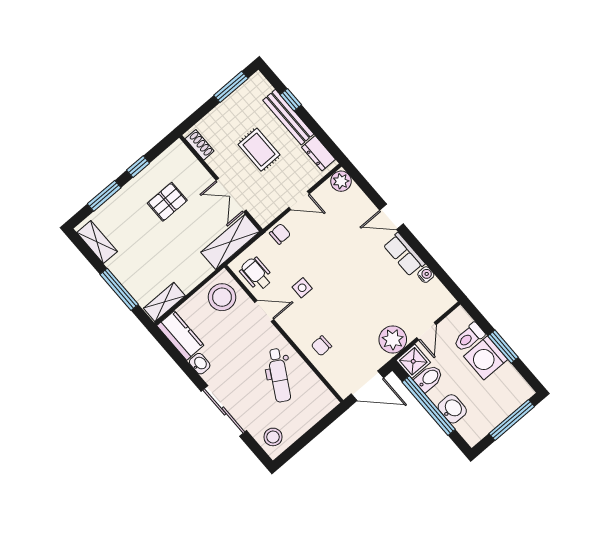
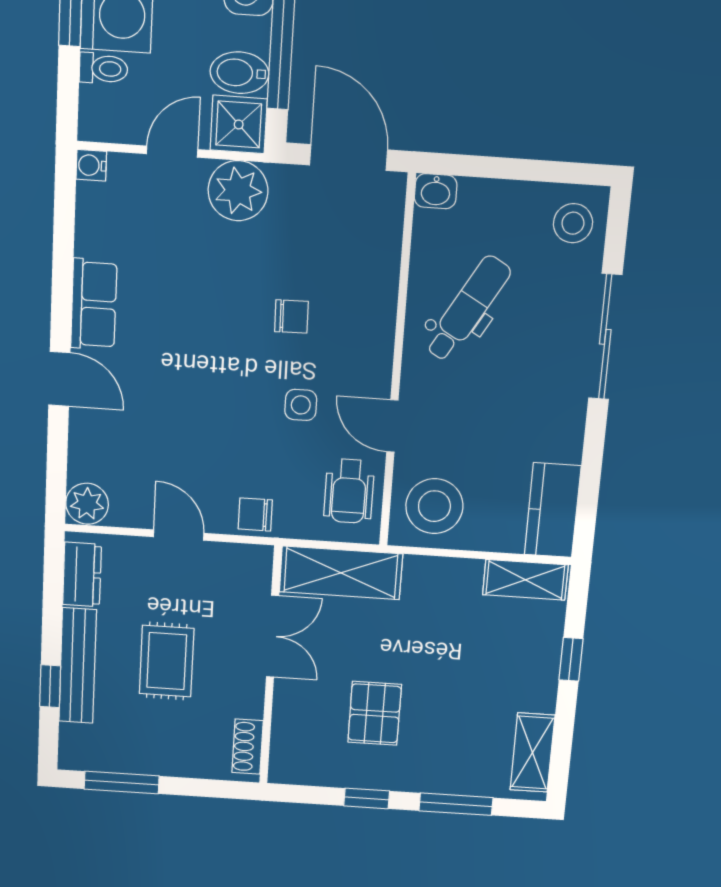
pallet: (167, 202) -> (375, 713), turned 90
water cooler: (426, 275) -> (91, 165), moved
window: (119, 289) -> (571, 659), width x0.46
toilet: (469, 337) -> (103, 69), width x0.73, depth x0.72
chair: (321, 346) -> (291, 316), moved
washbasin: (200, 364) -> (436, 191), moved, turned -90

